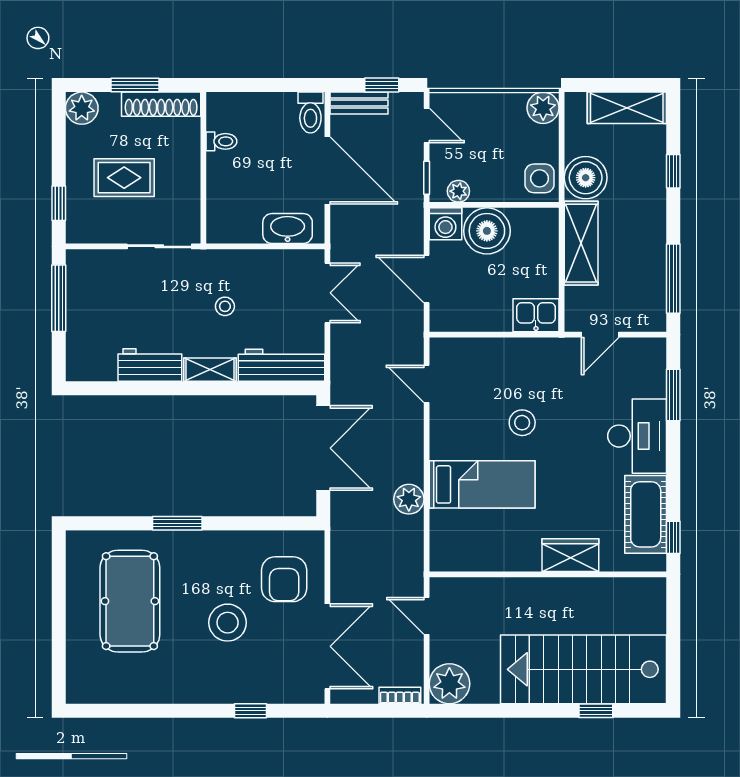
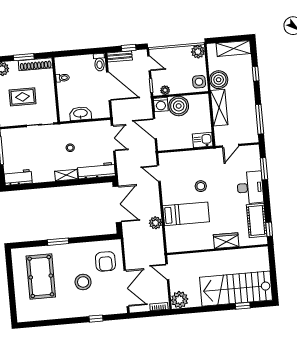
washbasin: (288, 229) -> (80, 114), moved
workbench: (150, 365) -> (18, 177), moved

